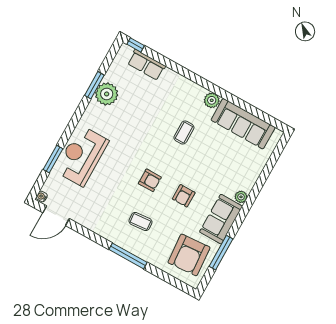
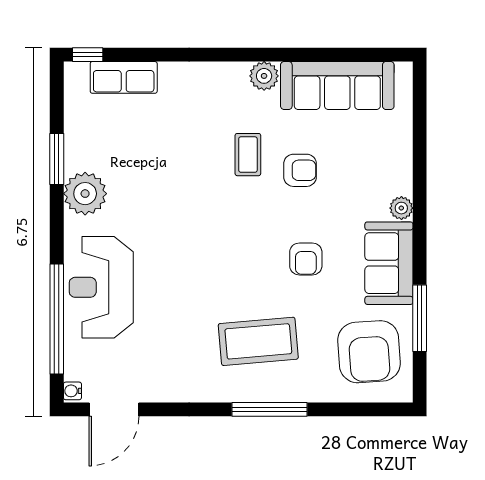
plant: (107, 94) -> (85, 194), moved
window: (53, 159) -> (57, 319), width x2.11
armchair: (150, 180) -> (300, 170), moved
coffee table: (140, 222) -> (258, 341), width x1.86, depth x1.72

